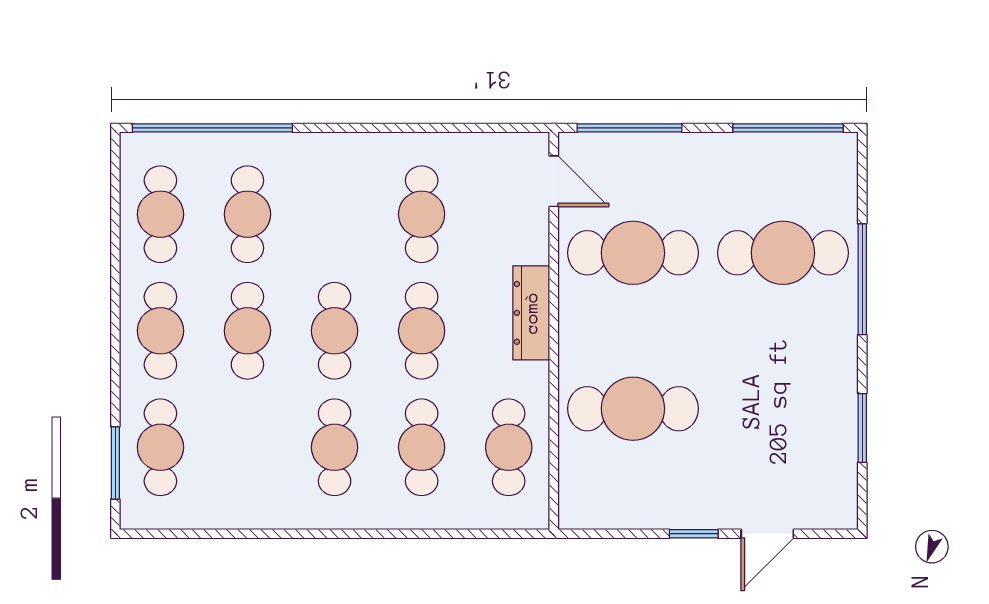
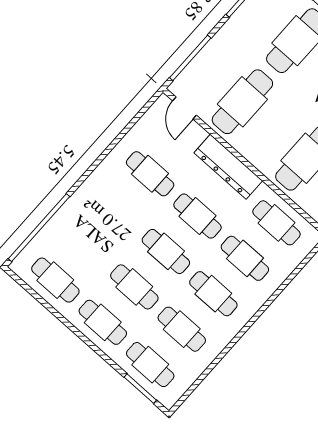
door: (554, 181) -> (185, 108), swing flipped
cafe table: (247, 214) -> (182, 329), moved
dresser: (531, 313) -> (228, 167), width x1.37, depth x1.24

